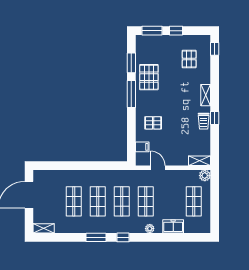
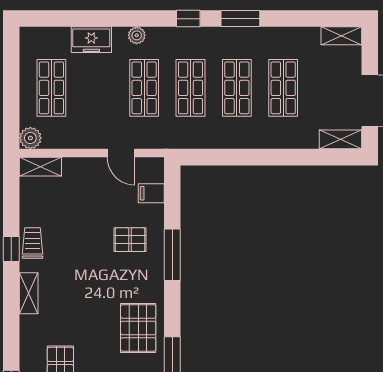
window: (131, 94) -> (172, 255), moved
shelving: (44, 175) -> (340, 139), added

